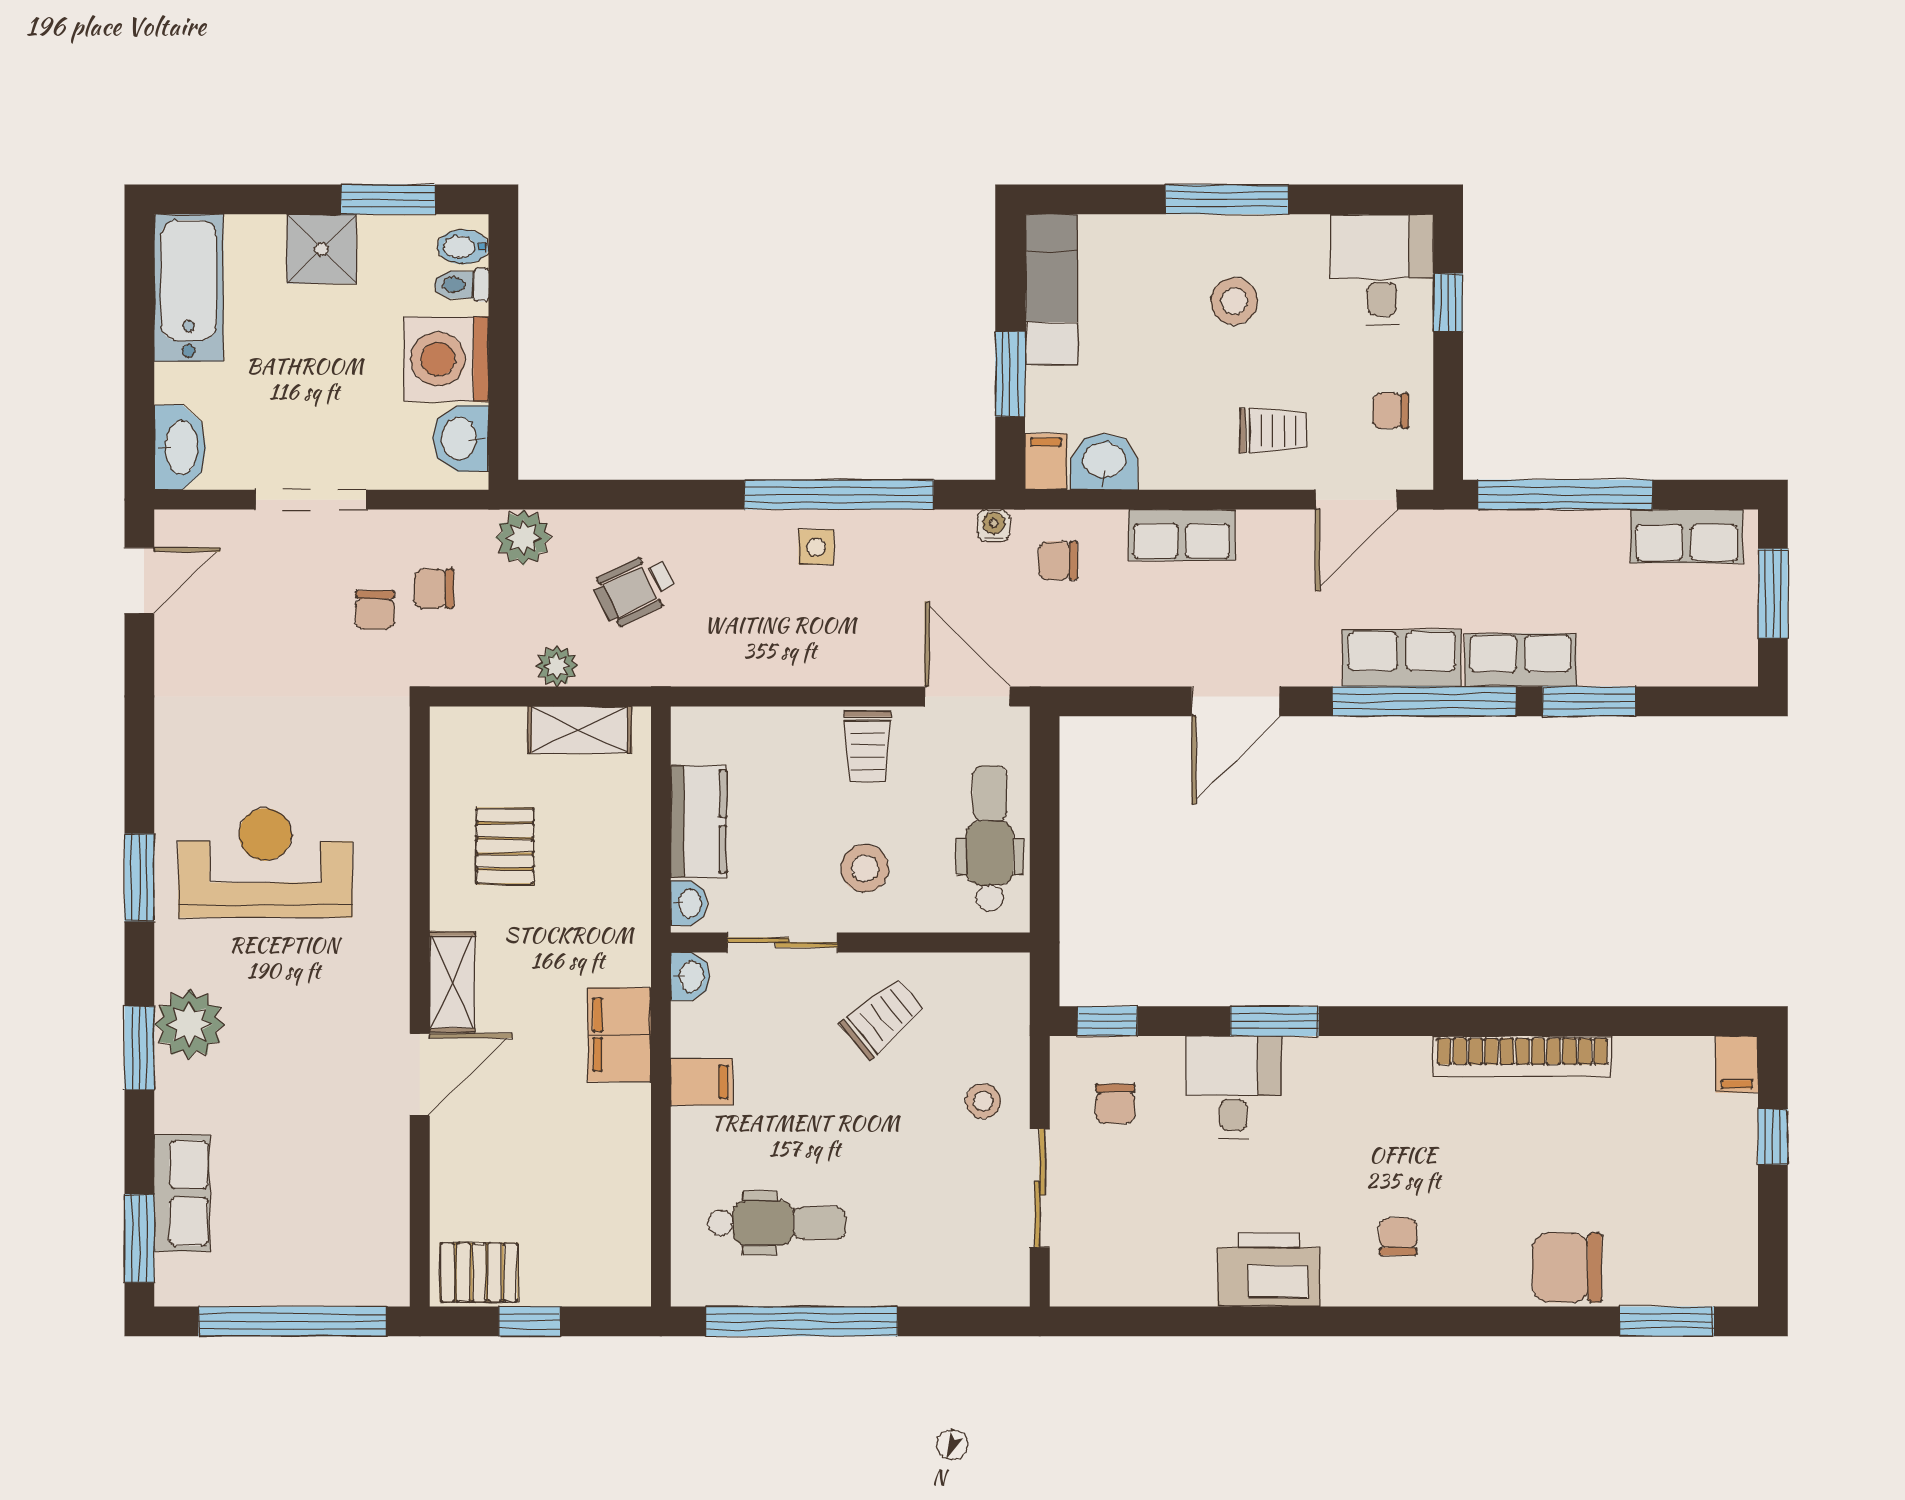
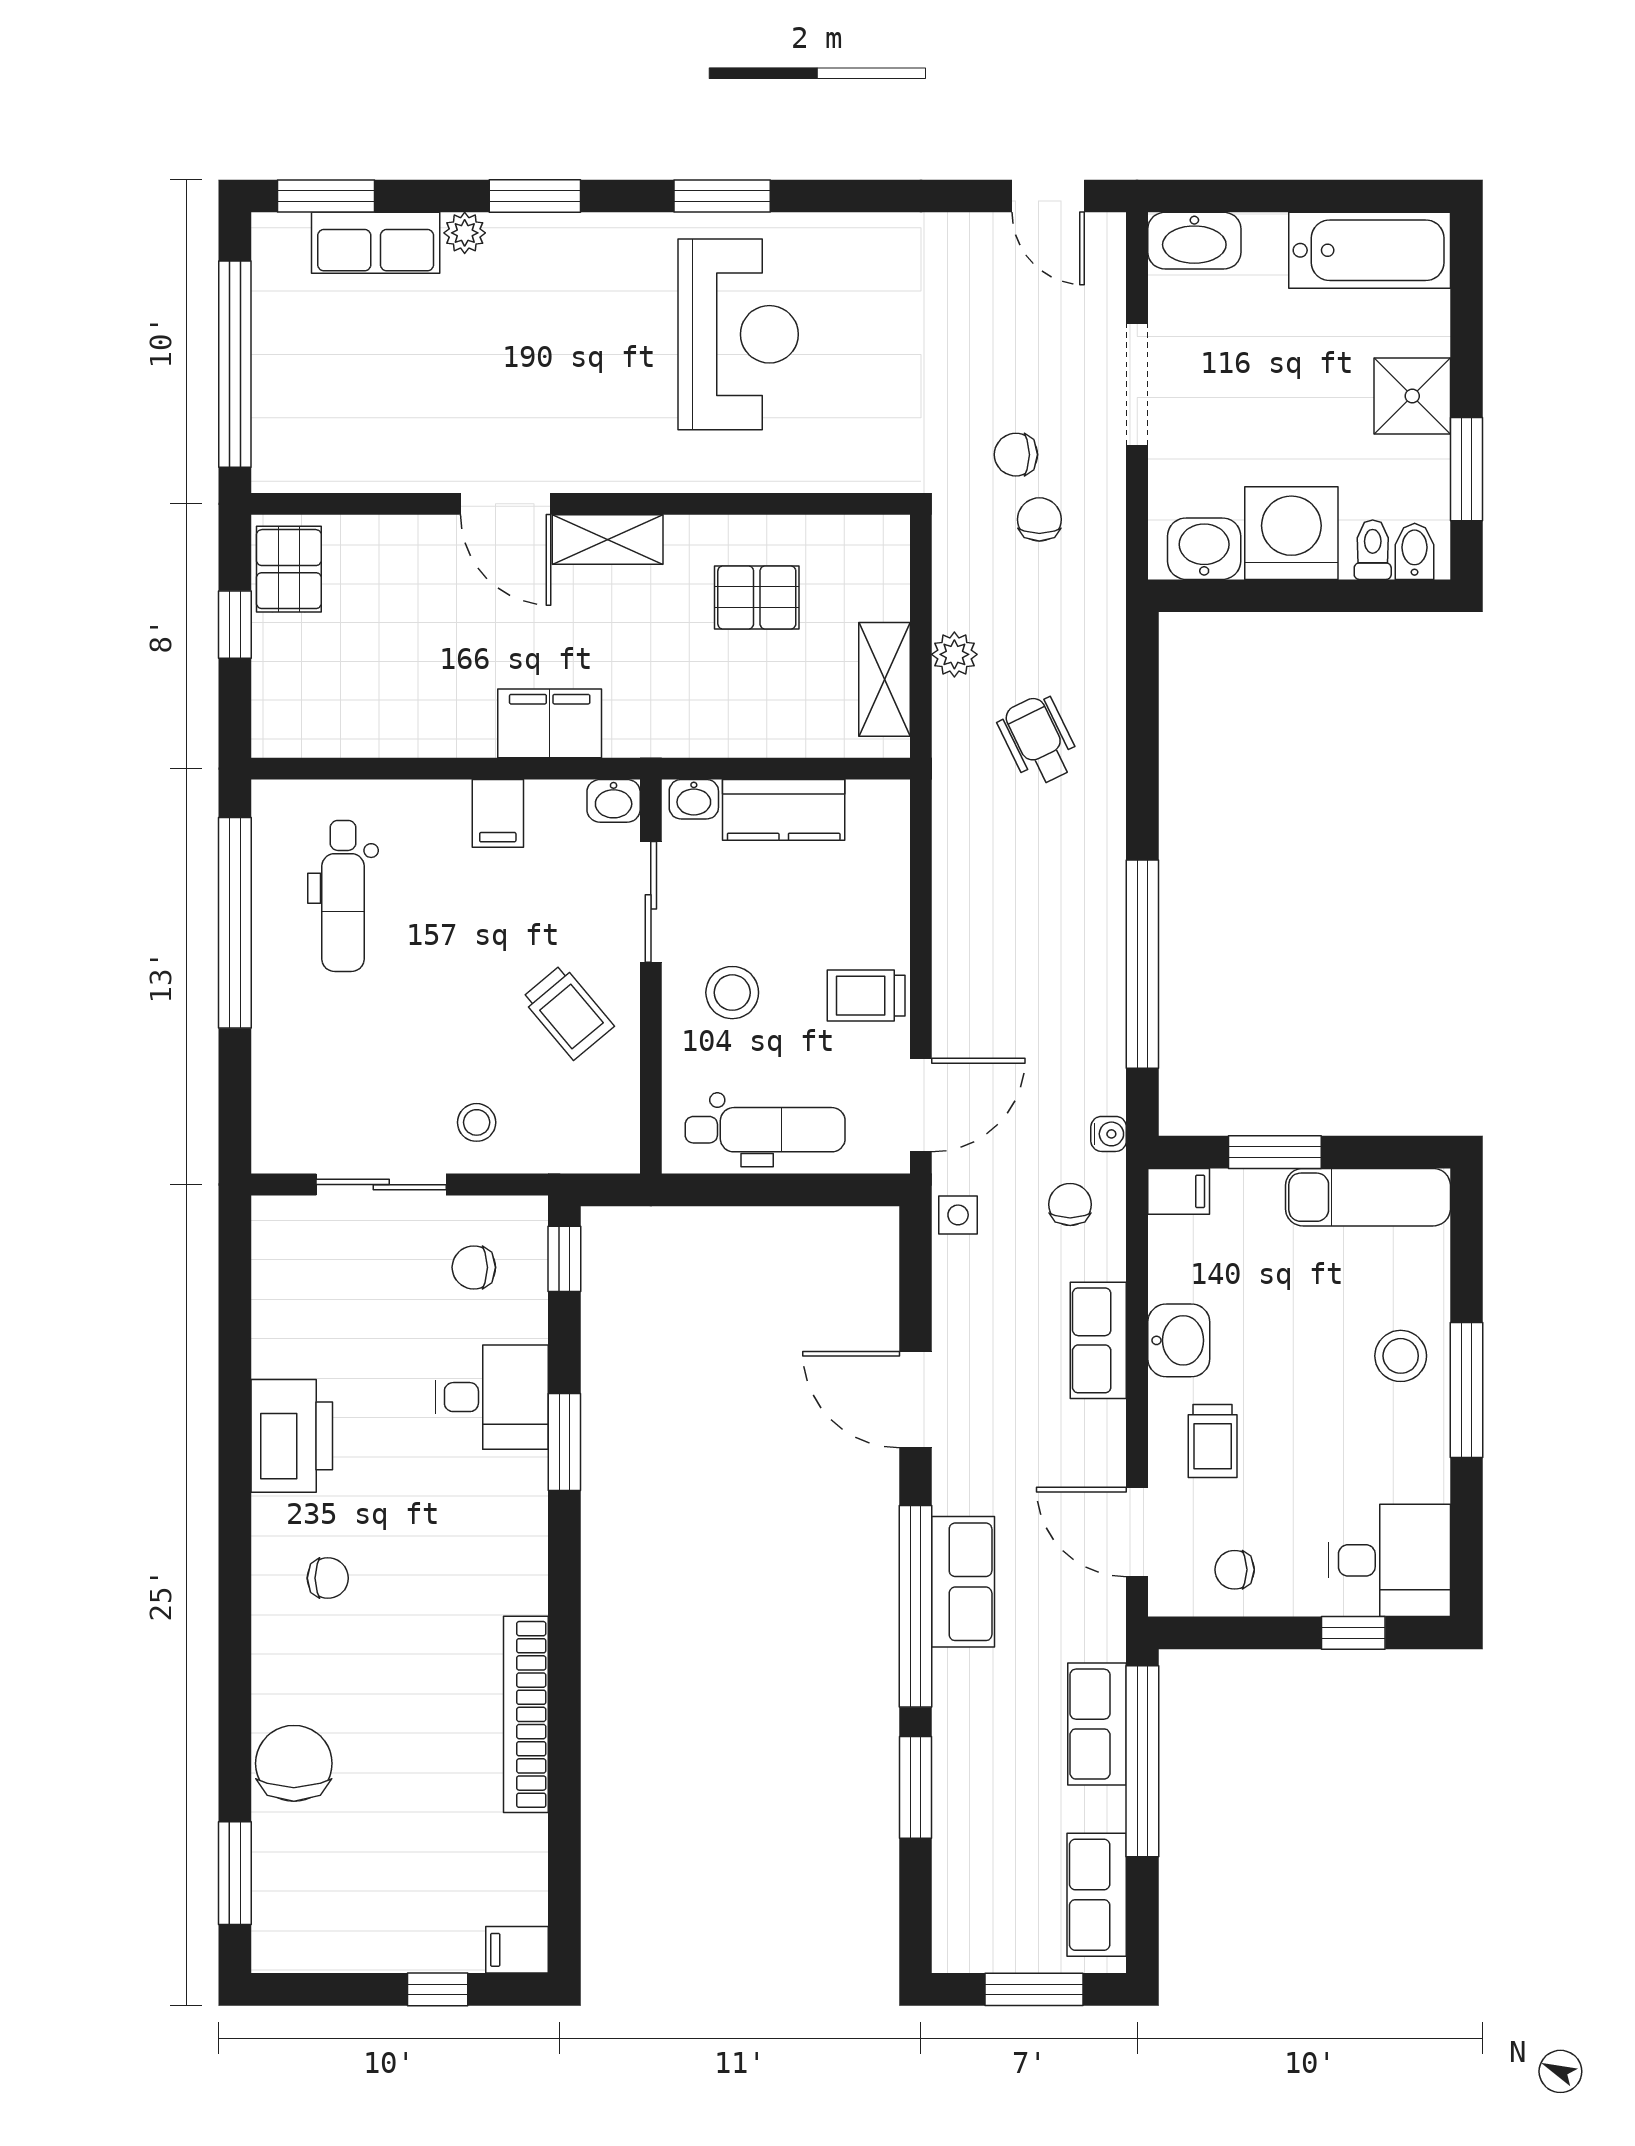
stool: (1234, 301) -> (1401, 1356), moved
chair: (1391, 411) -> (1235, 1570), turned -90
washbasin: (1104, 462) -> (1179, 1340), moved
plant: (523, 538) -> (1095, 618), removed
side table: (816, 547) -> (958, 1215), moved
row of seats: (1521, 660) -> (1097, 1724), moved, turned 180
plant: (189, 1024) -> (465, 233), moved, width x0.53, depth x0.53

